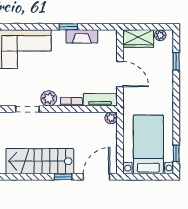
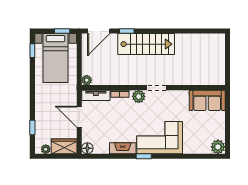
window: (68, 27) -> (144, 156), moved
fireplace: (82, 36) -> (123, 148), moved
floor lamp: (110, 36) -> (87, 148), added
window: (140, 177) -> (62, 31), added

